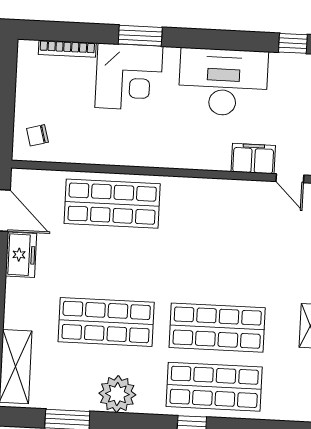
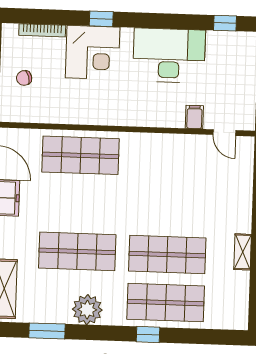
window: (140, 36) -> (101, 19), width x0.67
chair: (37, 135) -> (24, 78), moved
filing cabinet: (253, 159) -> (194, 117), width x0.50

